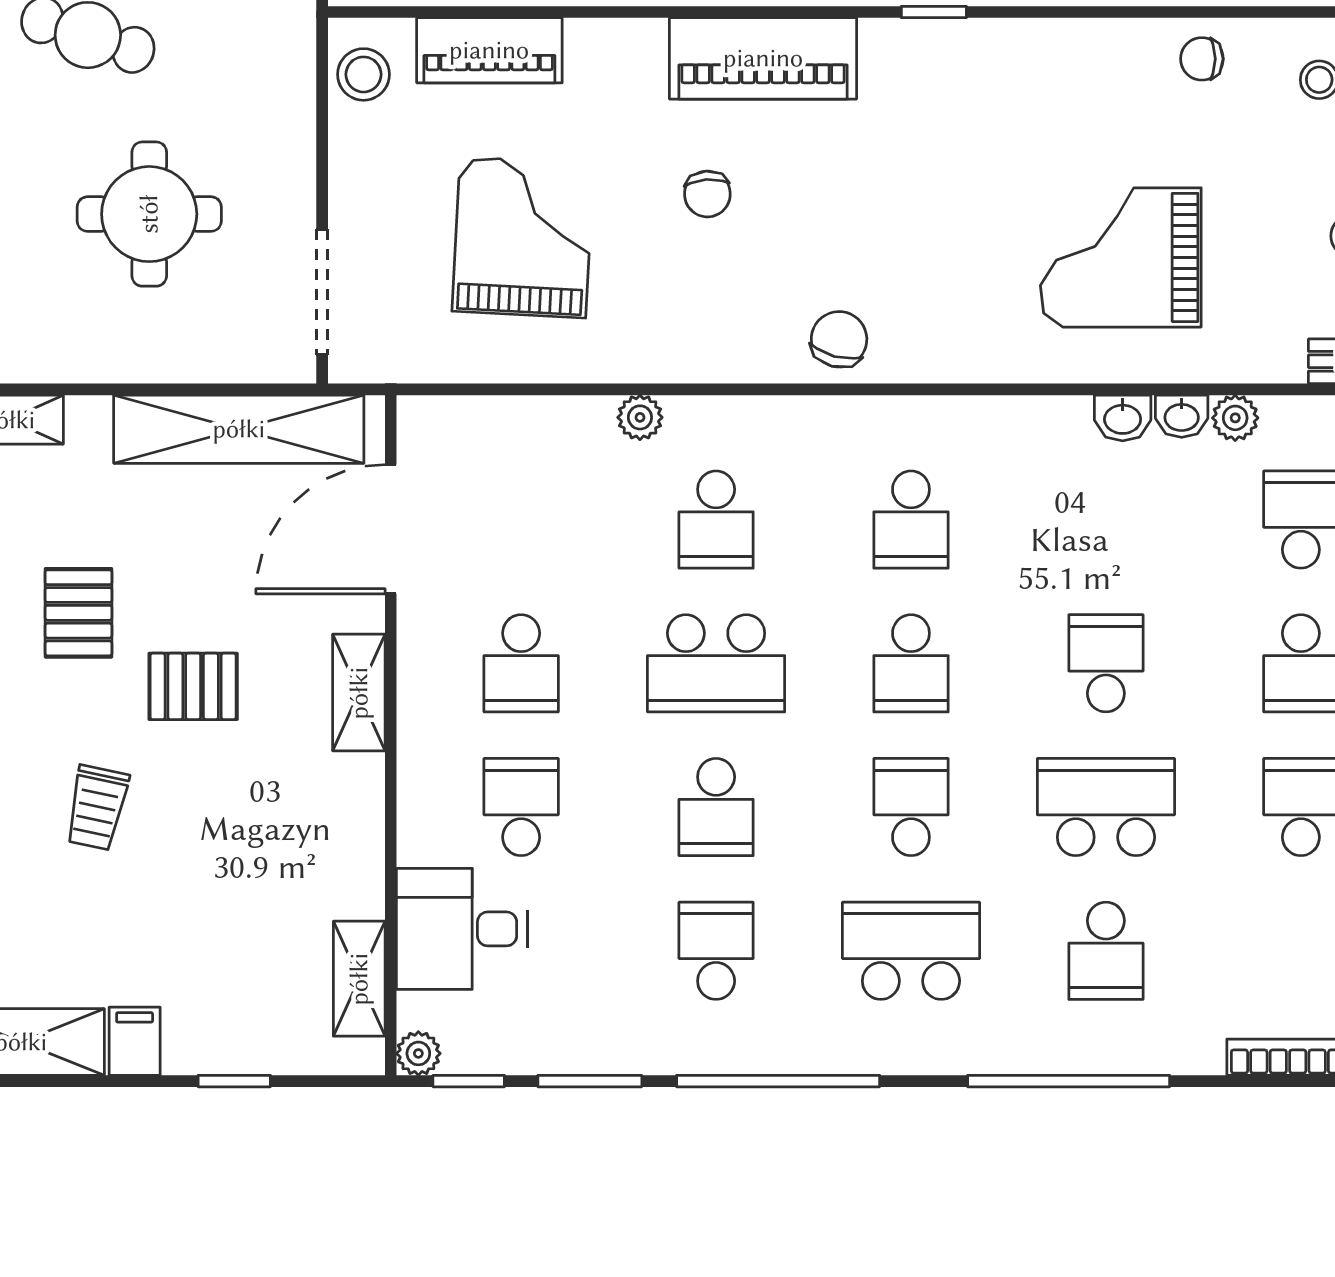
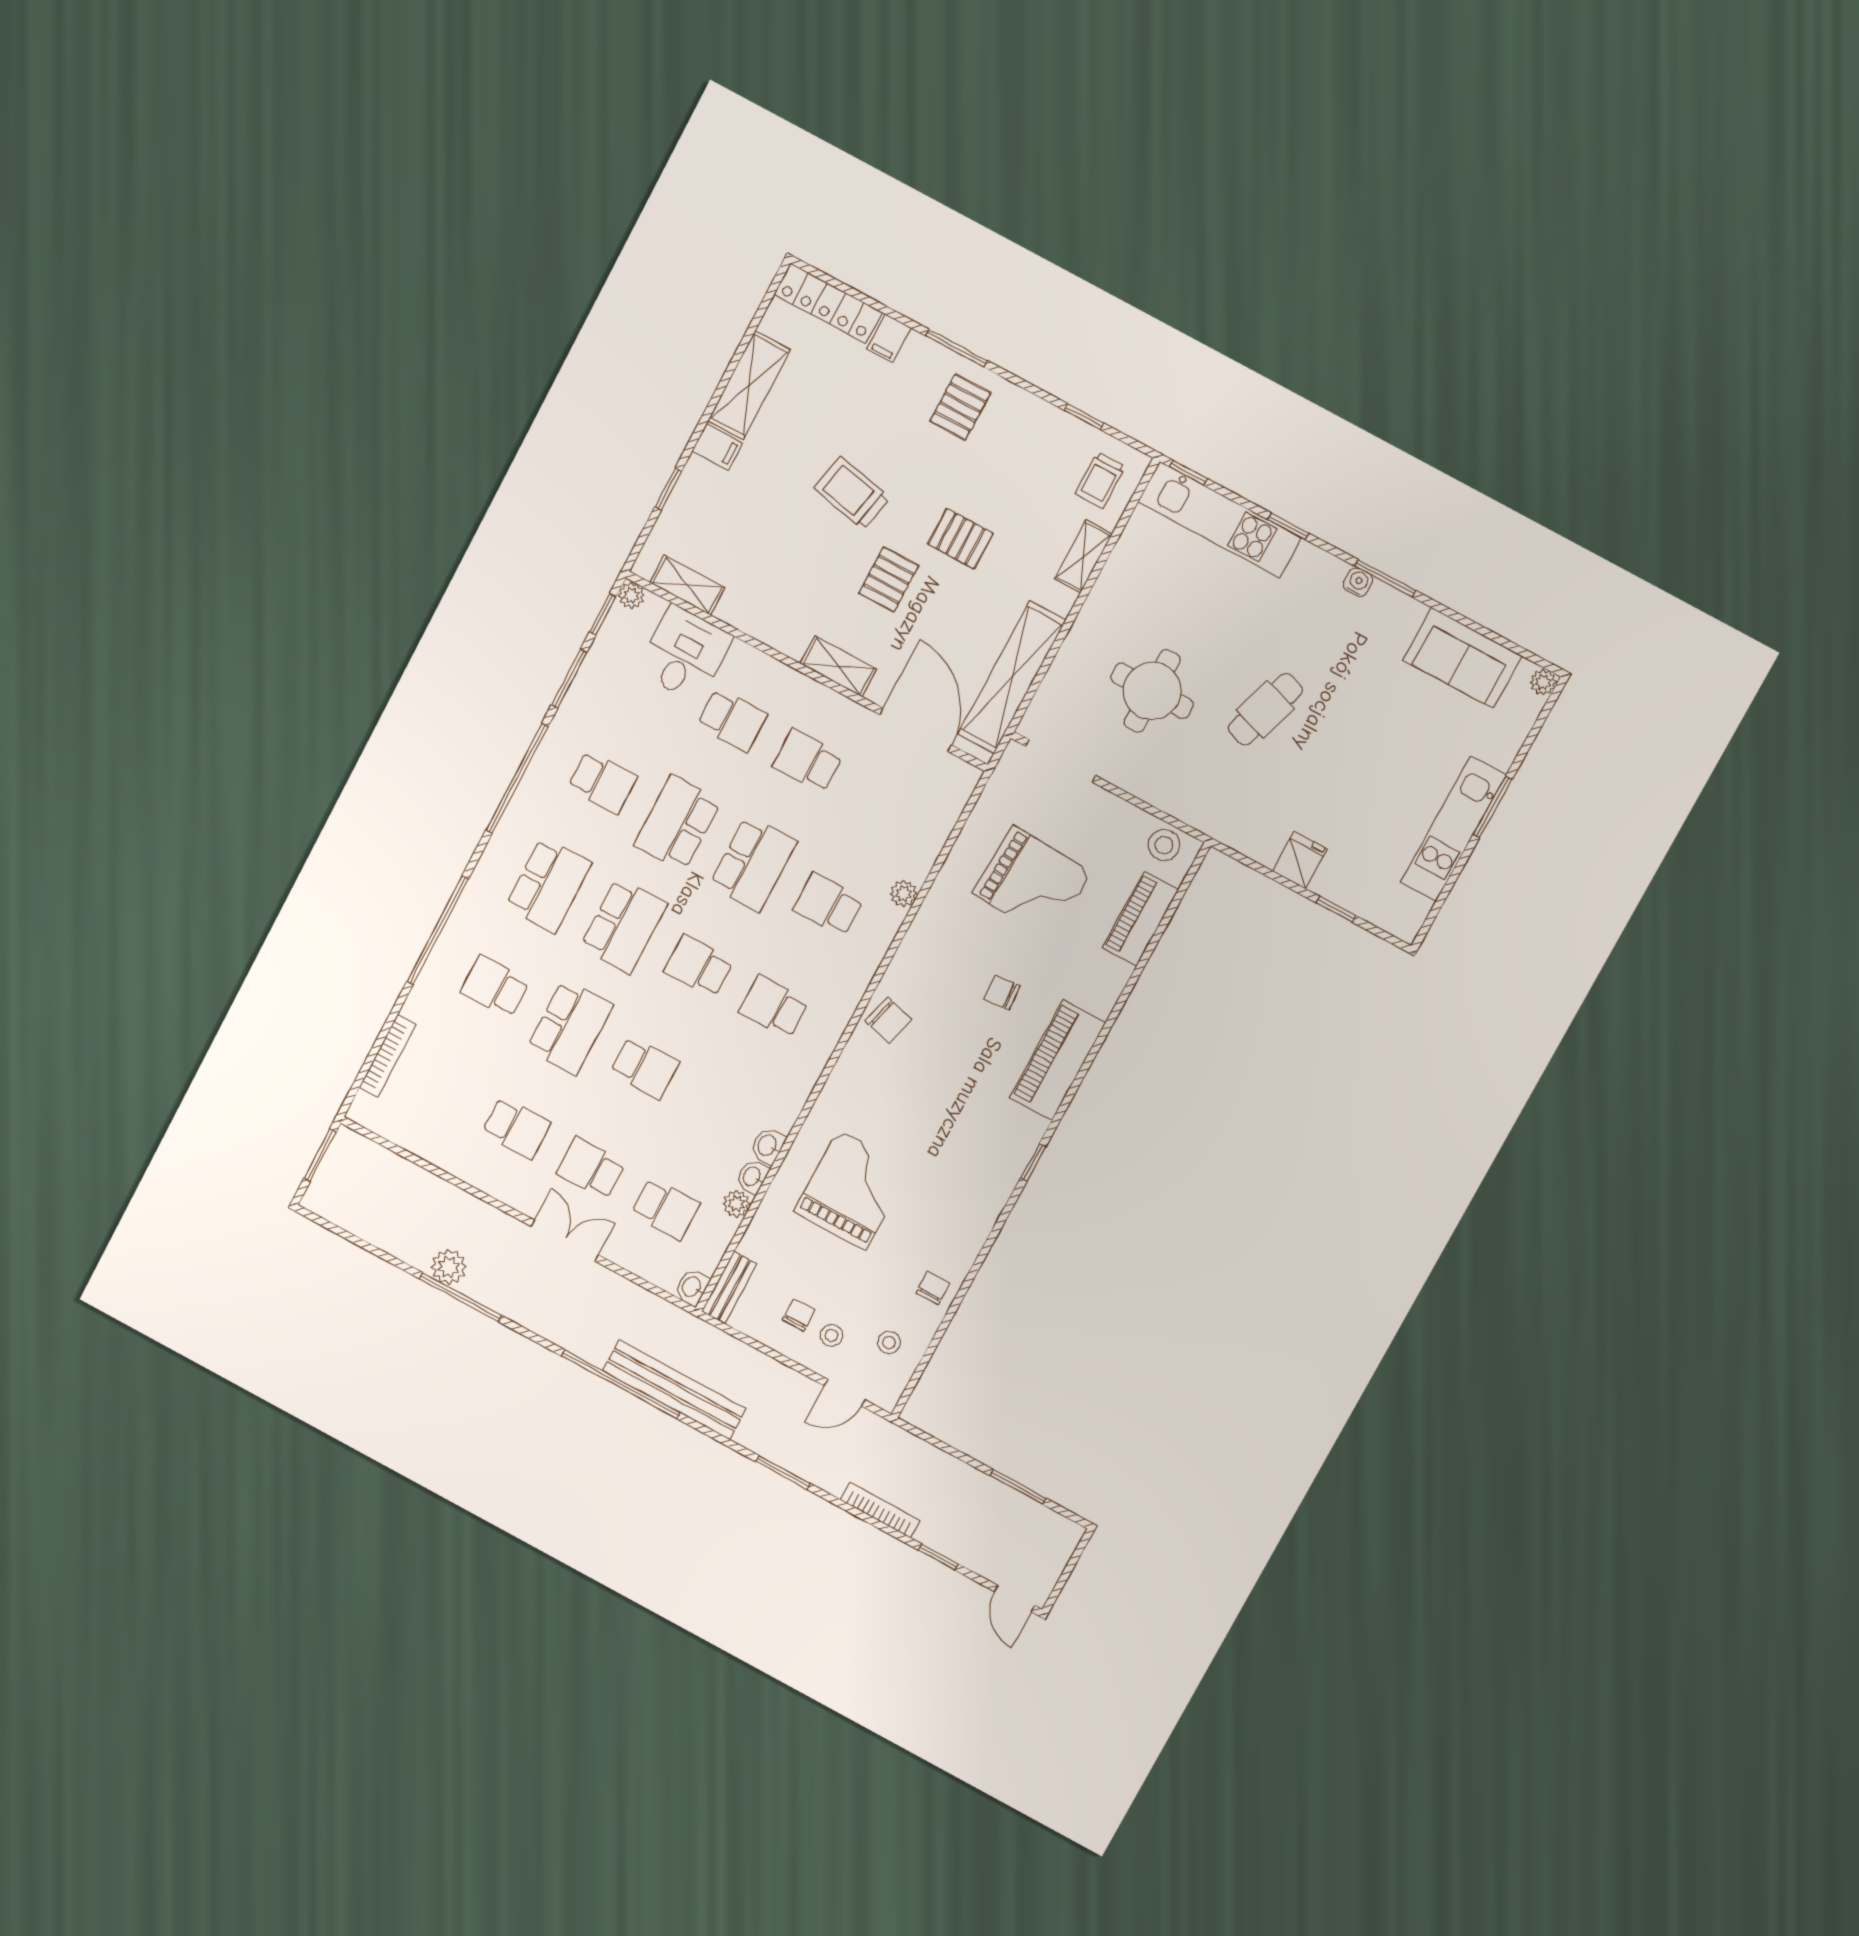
school desk: (716, 663) -> (753, 864), turned 180
school desk: (716, 807) -> (678, 823), width x1.85
school desk: (911, 807) -> (624, 925), width x1.85
trolley: (97, 808) -> (852, 493), width x1.36, depth x1.39

